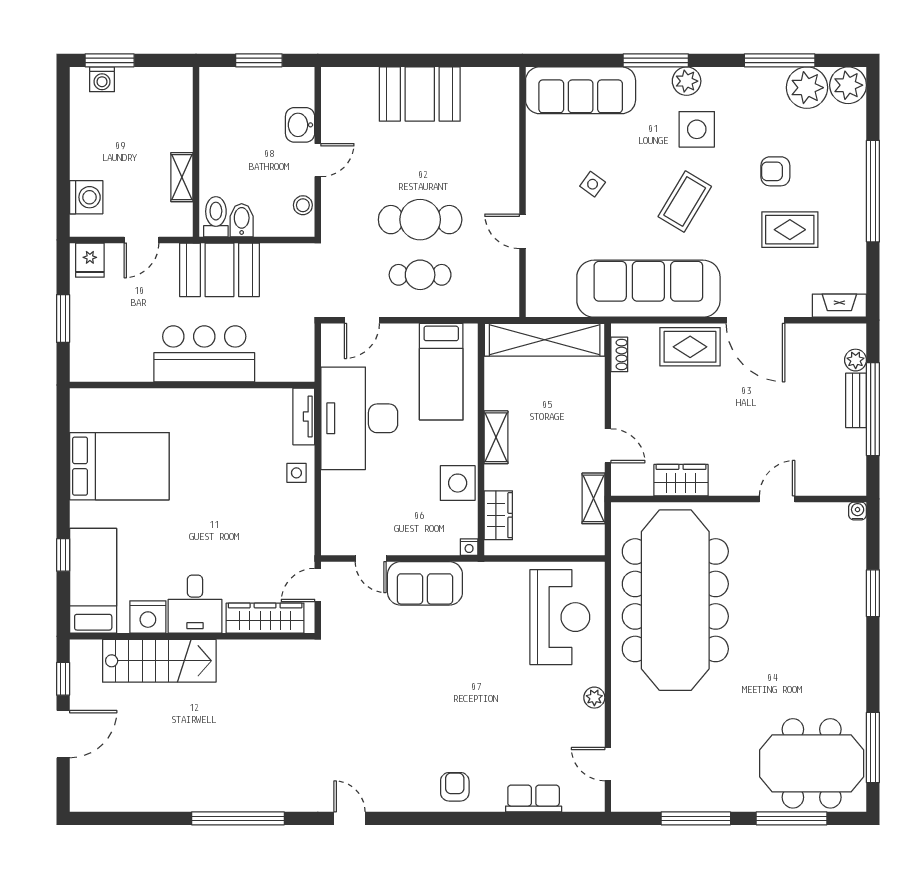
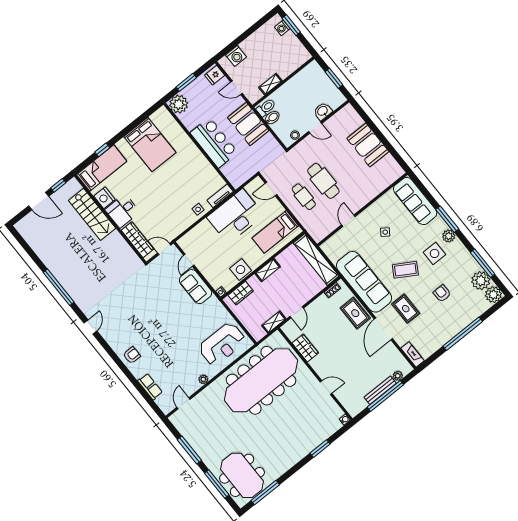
rug: (790, 230) -> (406, 309), moved
plant: (90, 361) -> (179, 104), added
bench: (856, 400) -> (380, 390), width x1.36

